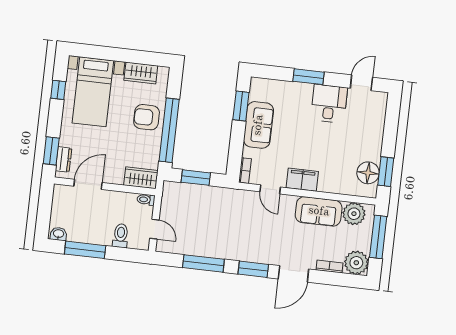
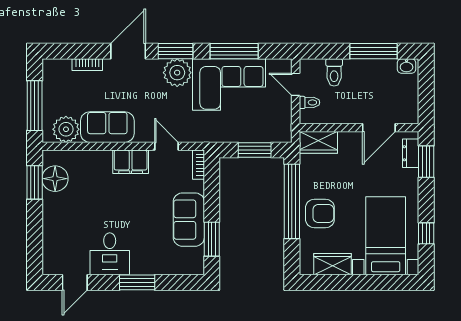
toilet: (146, 200) -> (310, 102), moved
corner sofa: (211, 236) -> (229, 85), added
plant: (356, 263) -> (177, 73), moved

